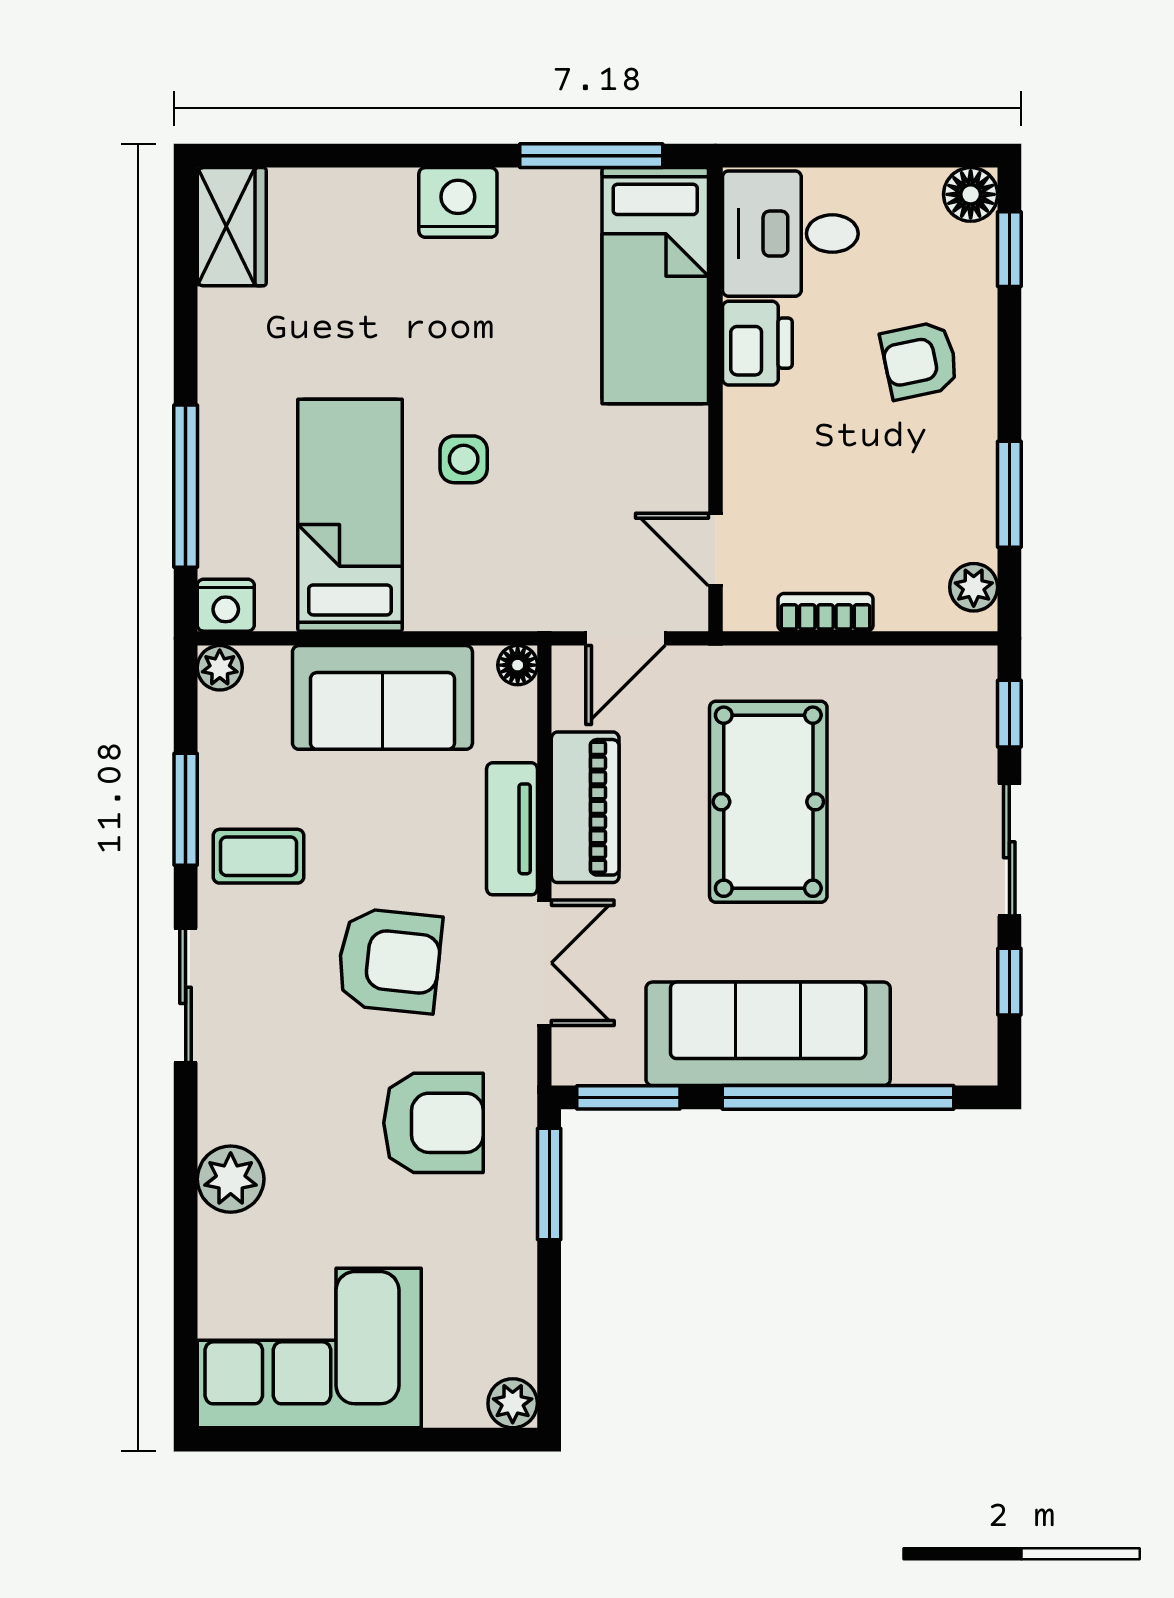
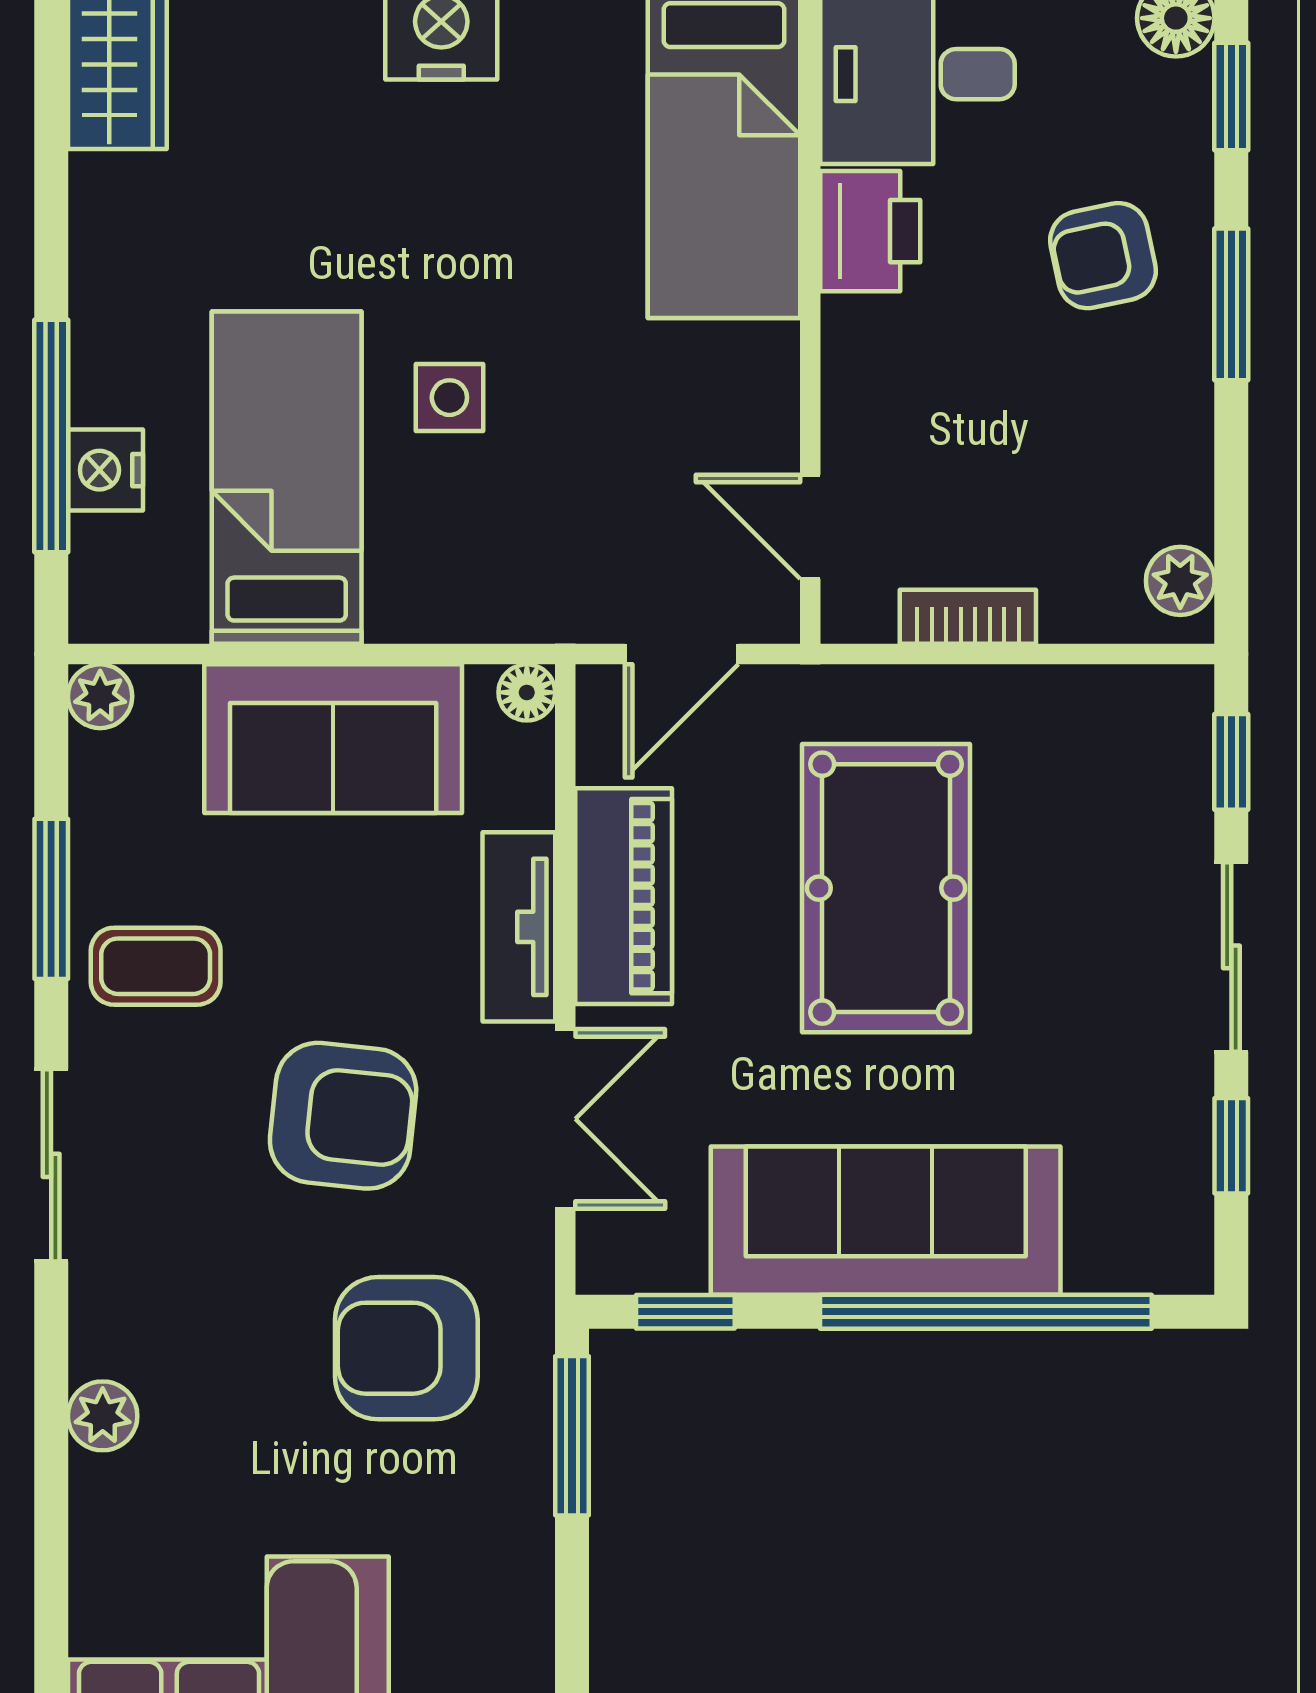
window: (1009, 494) -> (1231, 304), moved
nightstand: (226, 605) -> (105, 470), moved, turned 90
window: (628, 1097) -> (685, 1312), width x0.67
armchair: (433, 1123) -> (406, 1348), turned 180
plant: (231, 1179) -> (103, 1416), width x0.73, depth x0.73

